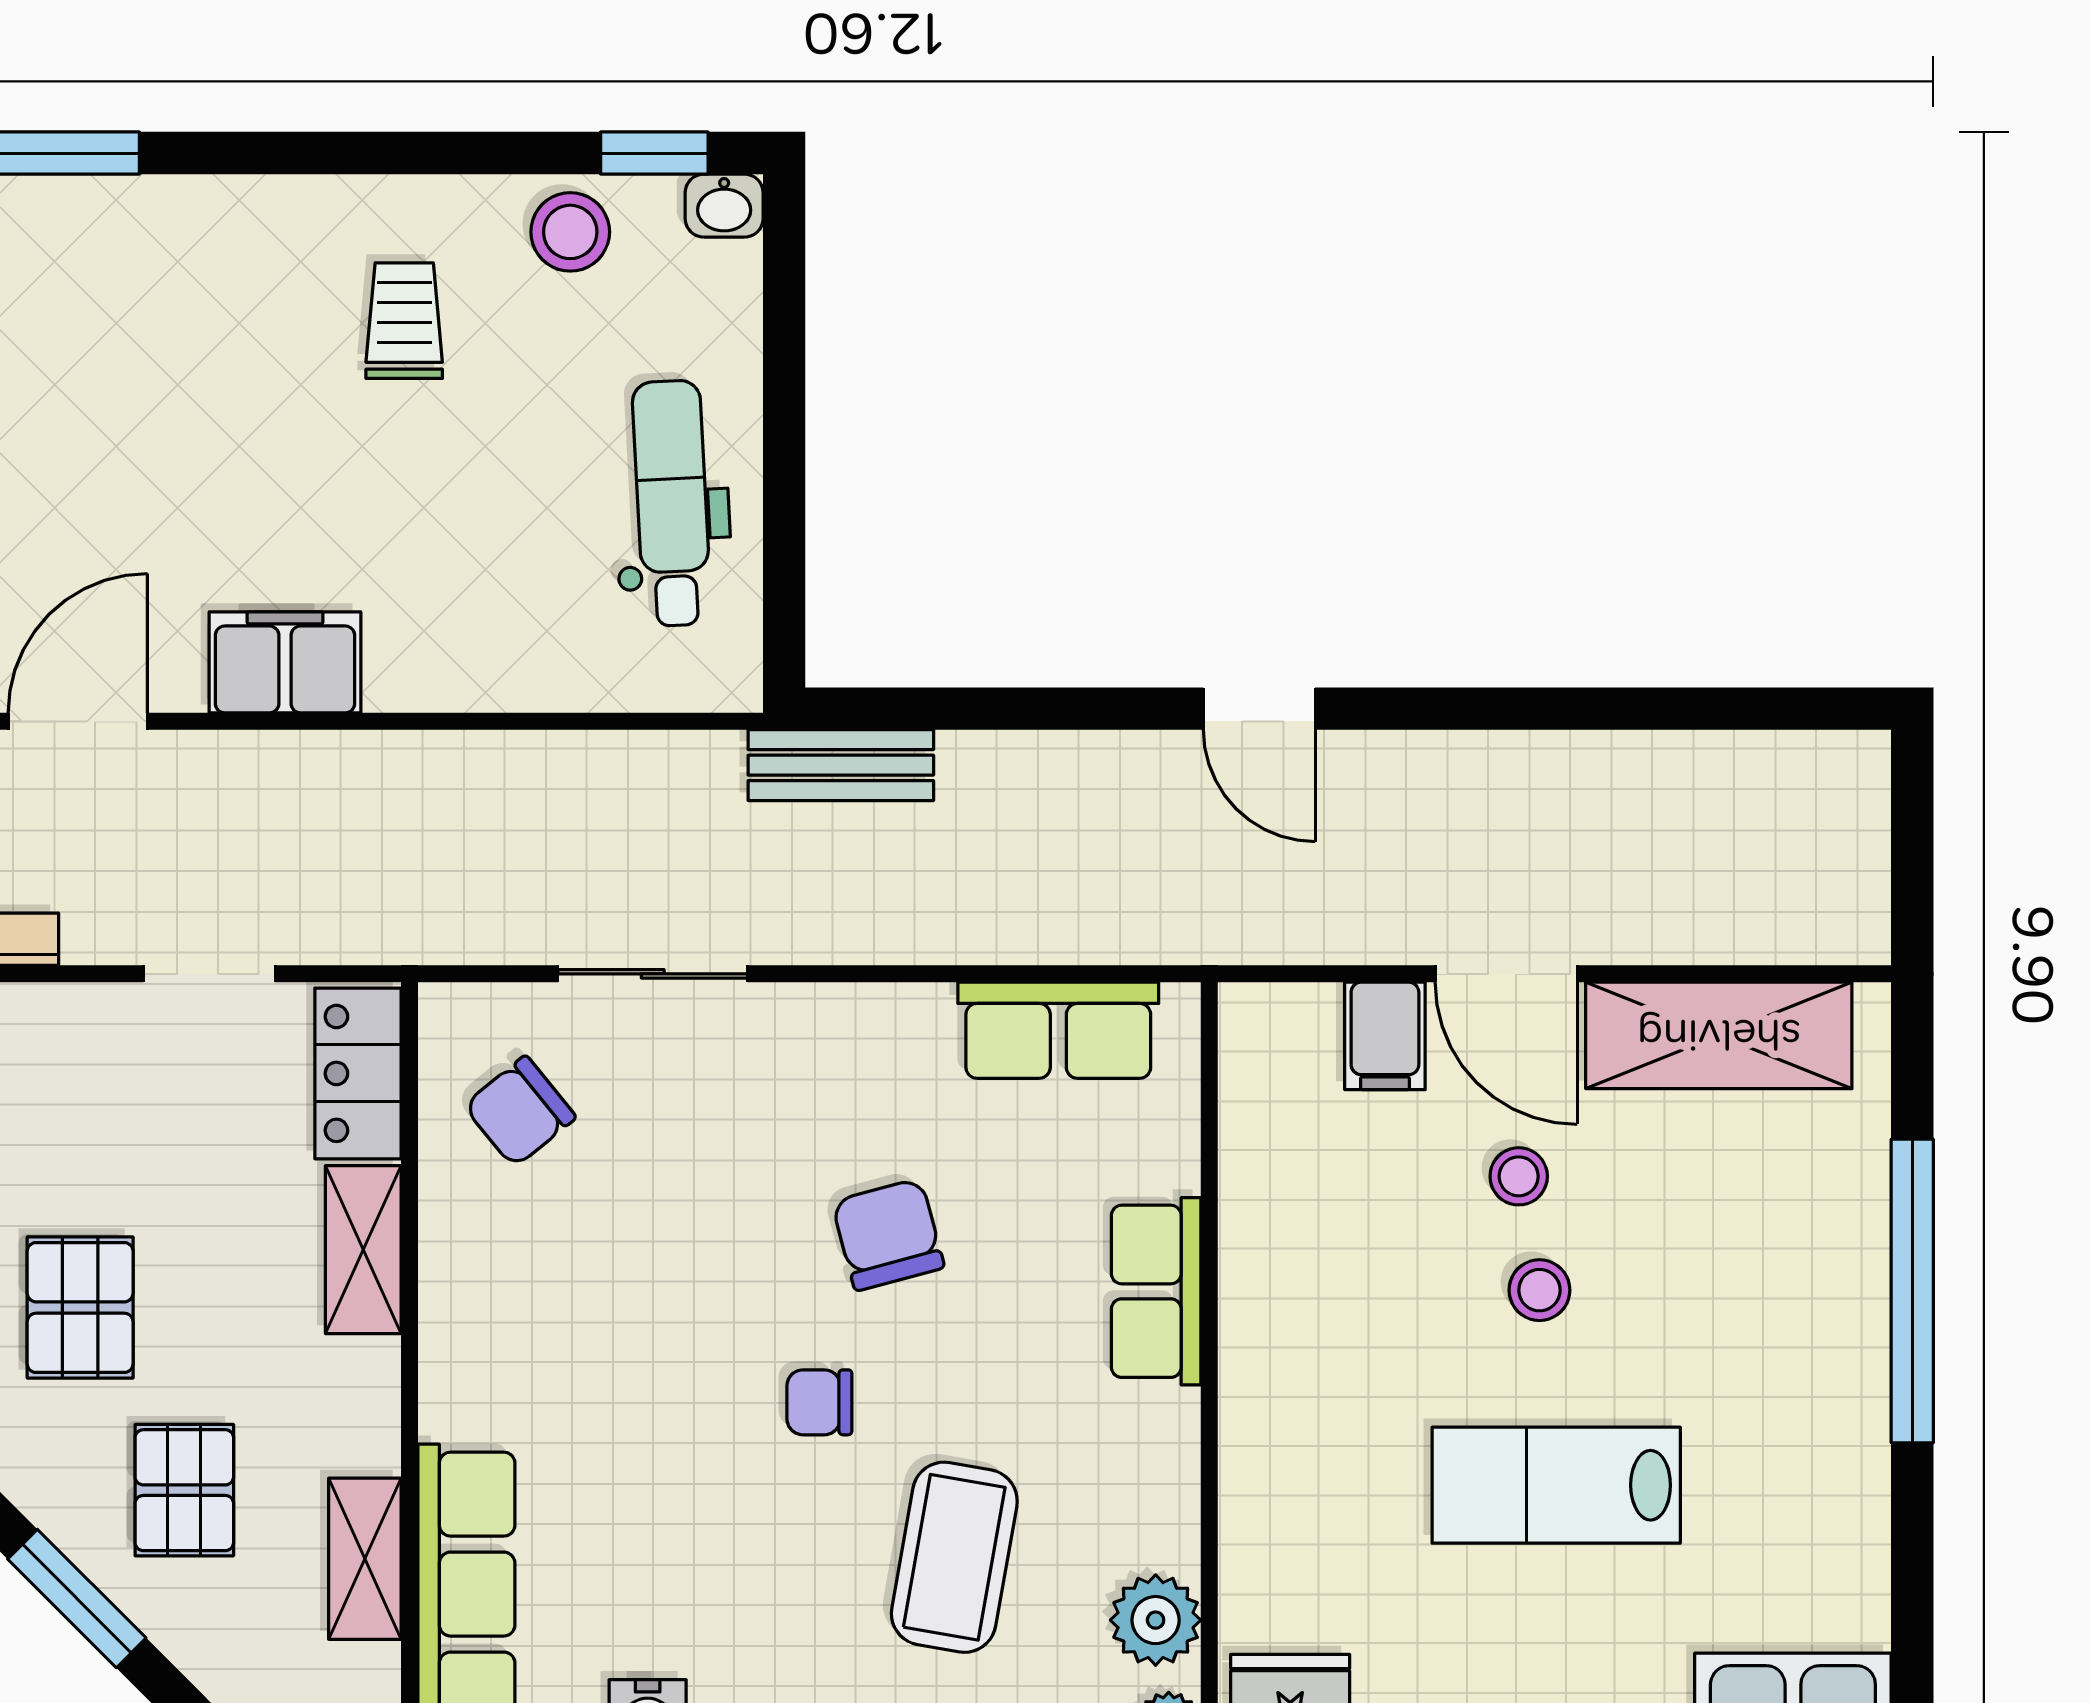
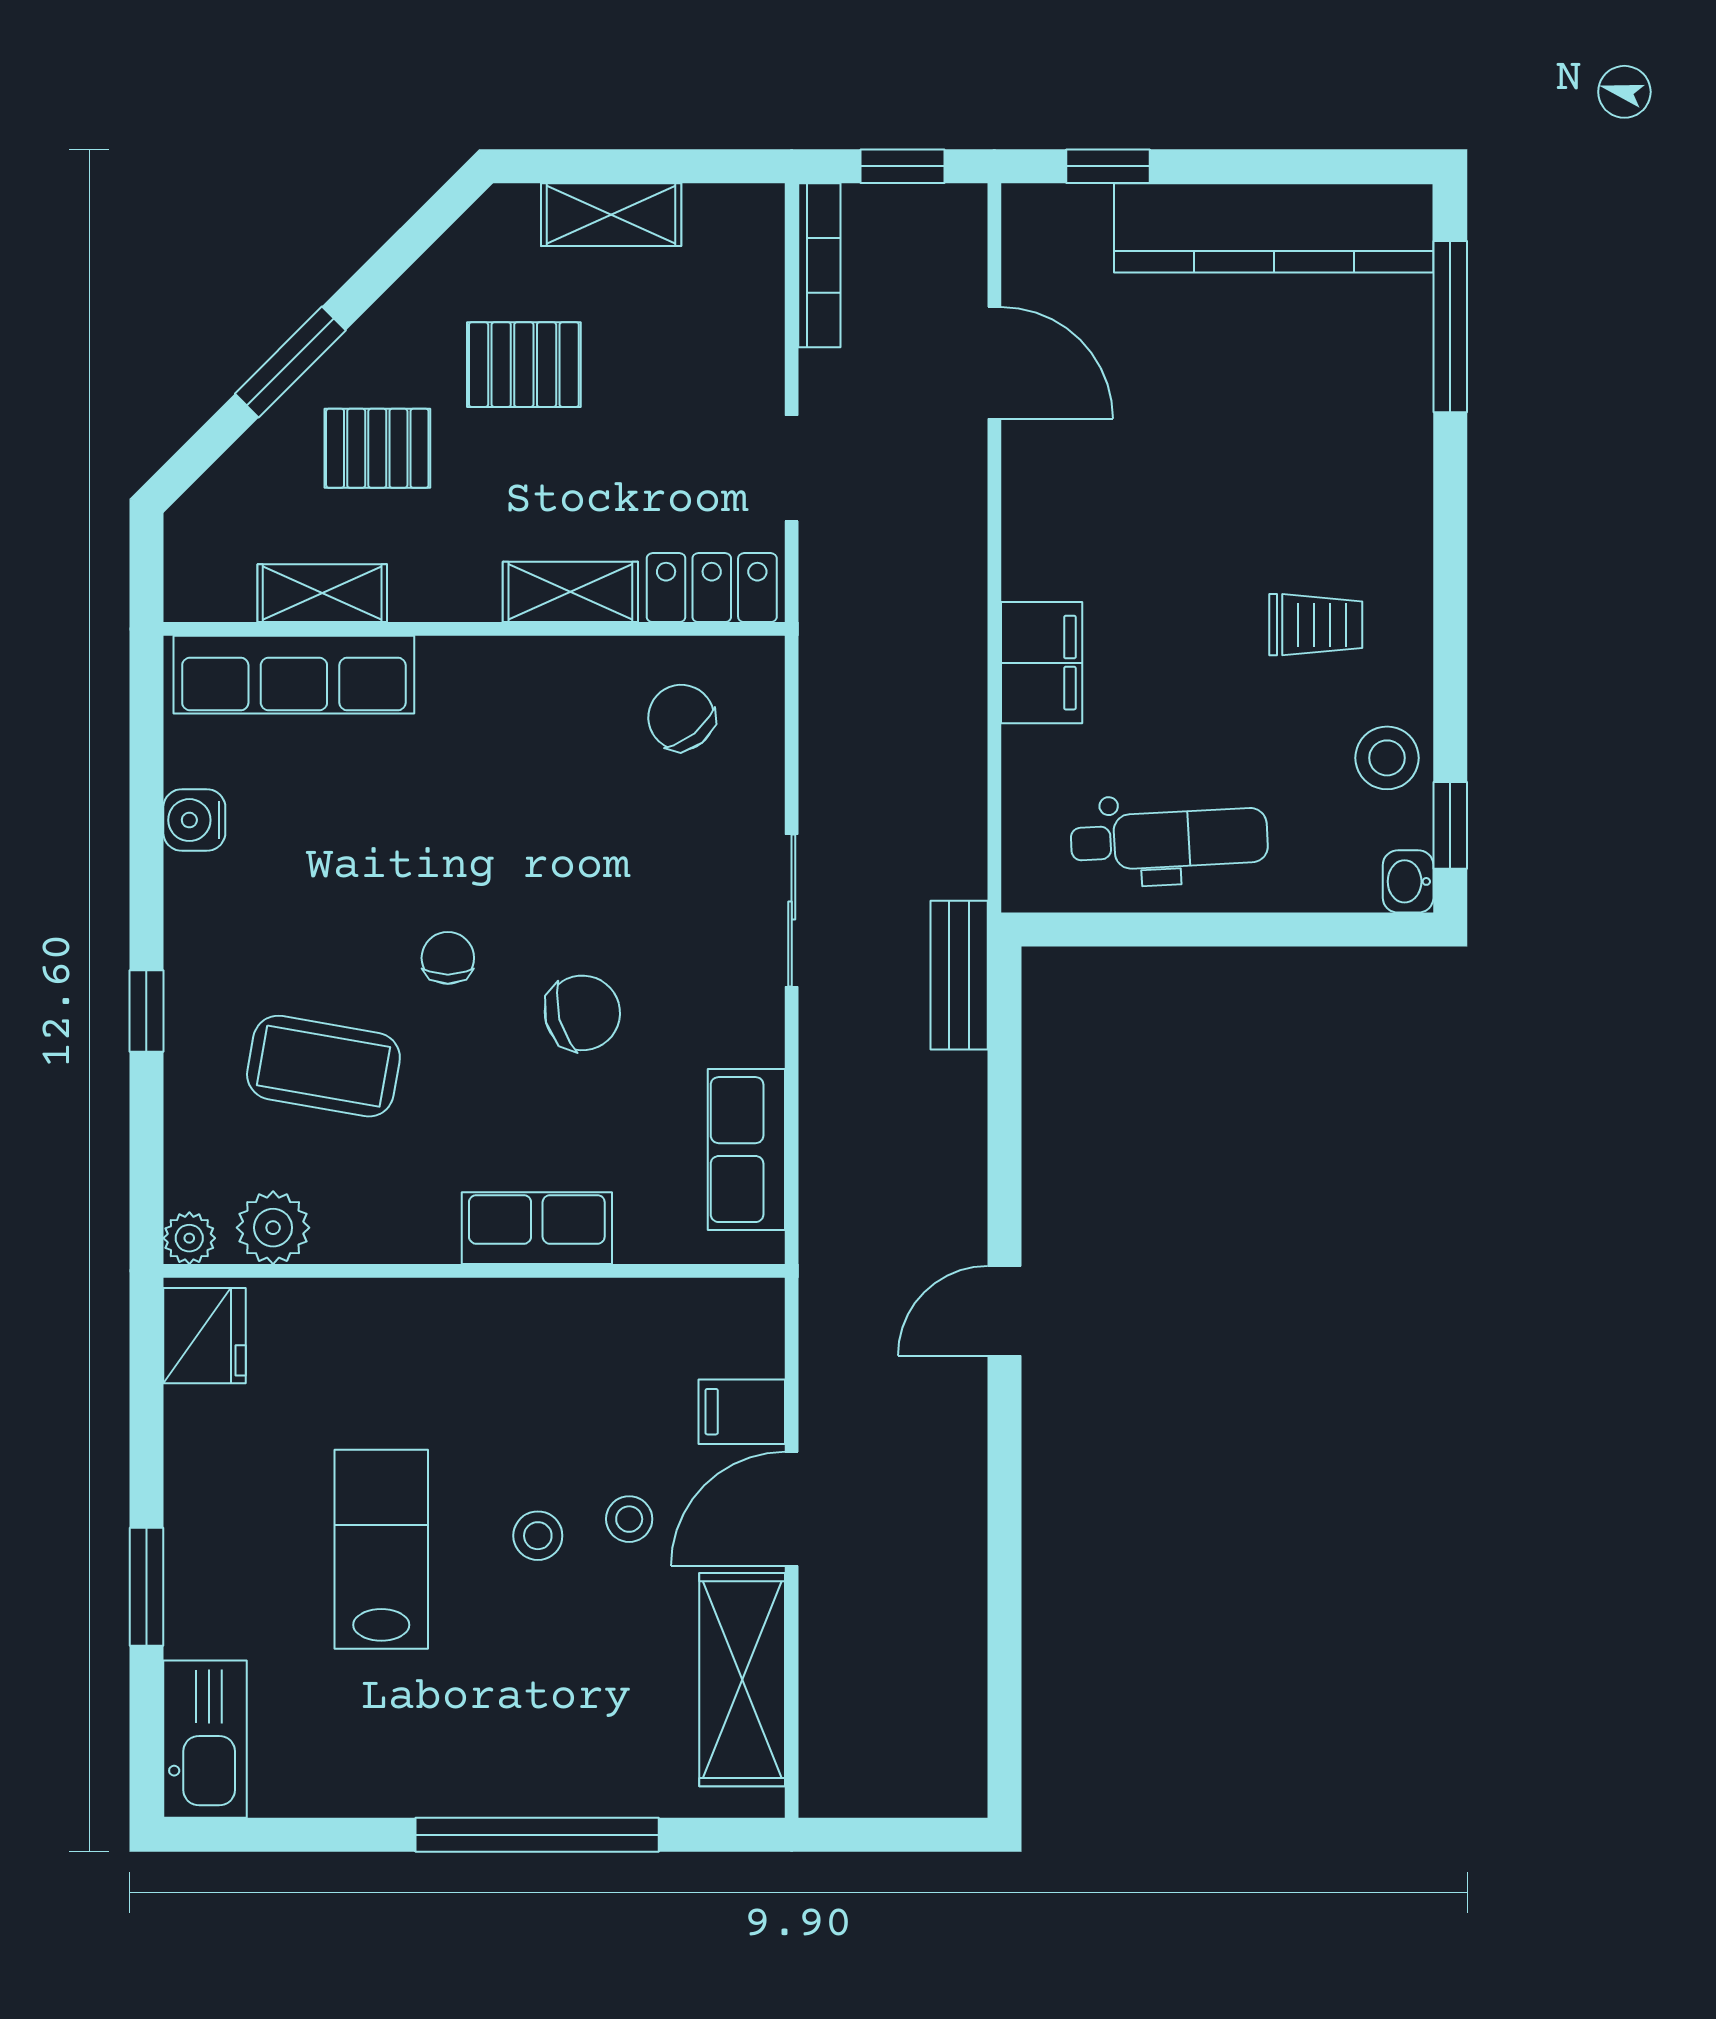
filing cabinet: (285, 662) -> (1042, 663), moved
sliding door: (653, 974) -> (792, 911), moved

